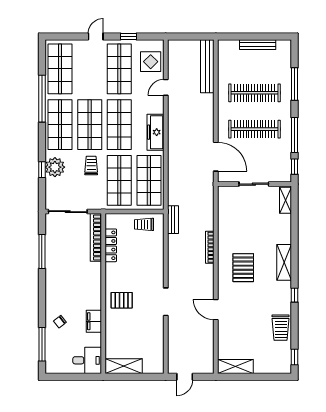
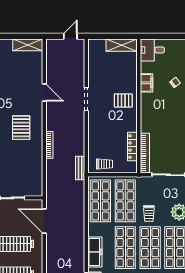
freezer: (155, 132) -> (95, 252), moved

